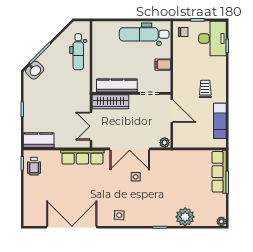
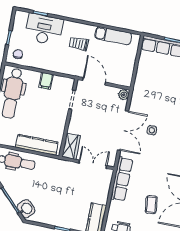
desk: (212, 38) -> (44, 29), moved
kitchen counter: (117, 86) -> (37, 145), moved, turned 90
wardrobe: (110, 102) -> (71, 146), width x0.67
door: (172, 111) -> (94, 81), hinge flipped
double door: (91, 126) -> (93, 164), swing flipped
coffee table: (63, 191) -> (151, 205), added

